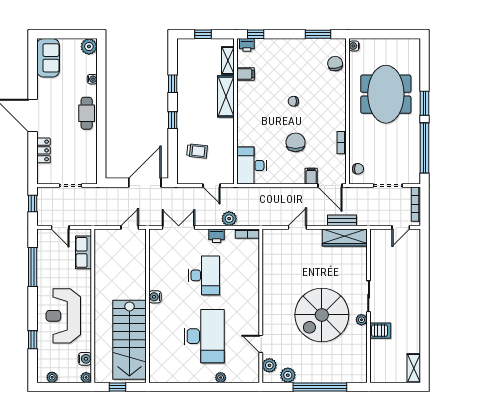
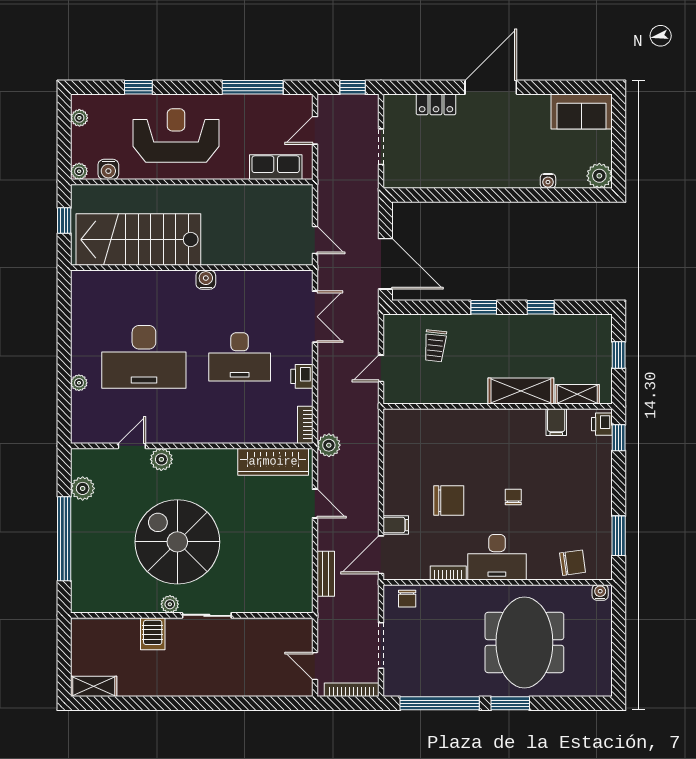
meeting table: (386, 94) -> (524, 643), turned 90
cafe table: (87, 113) -> (494, 172), removed
desk: (252, 165) -> (497, 557), moved, turned 180
plant: (229, 219) -> (329, 445), moved
wardrobe: (345, 237) -> (273, 462), moved, turned -90
plant: (269, 365) -> (161, 459), moved

